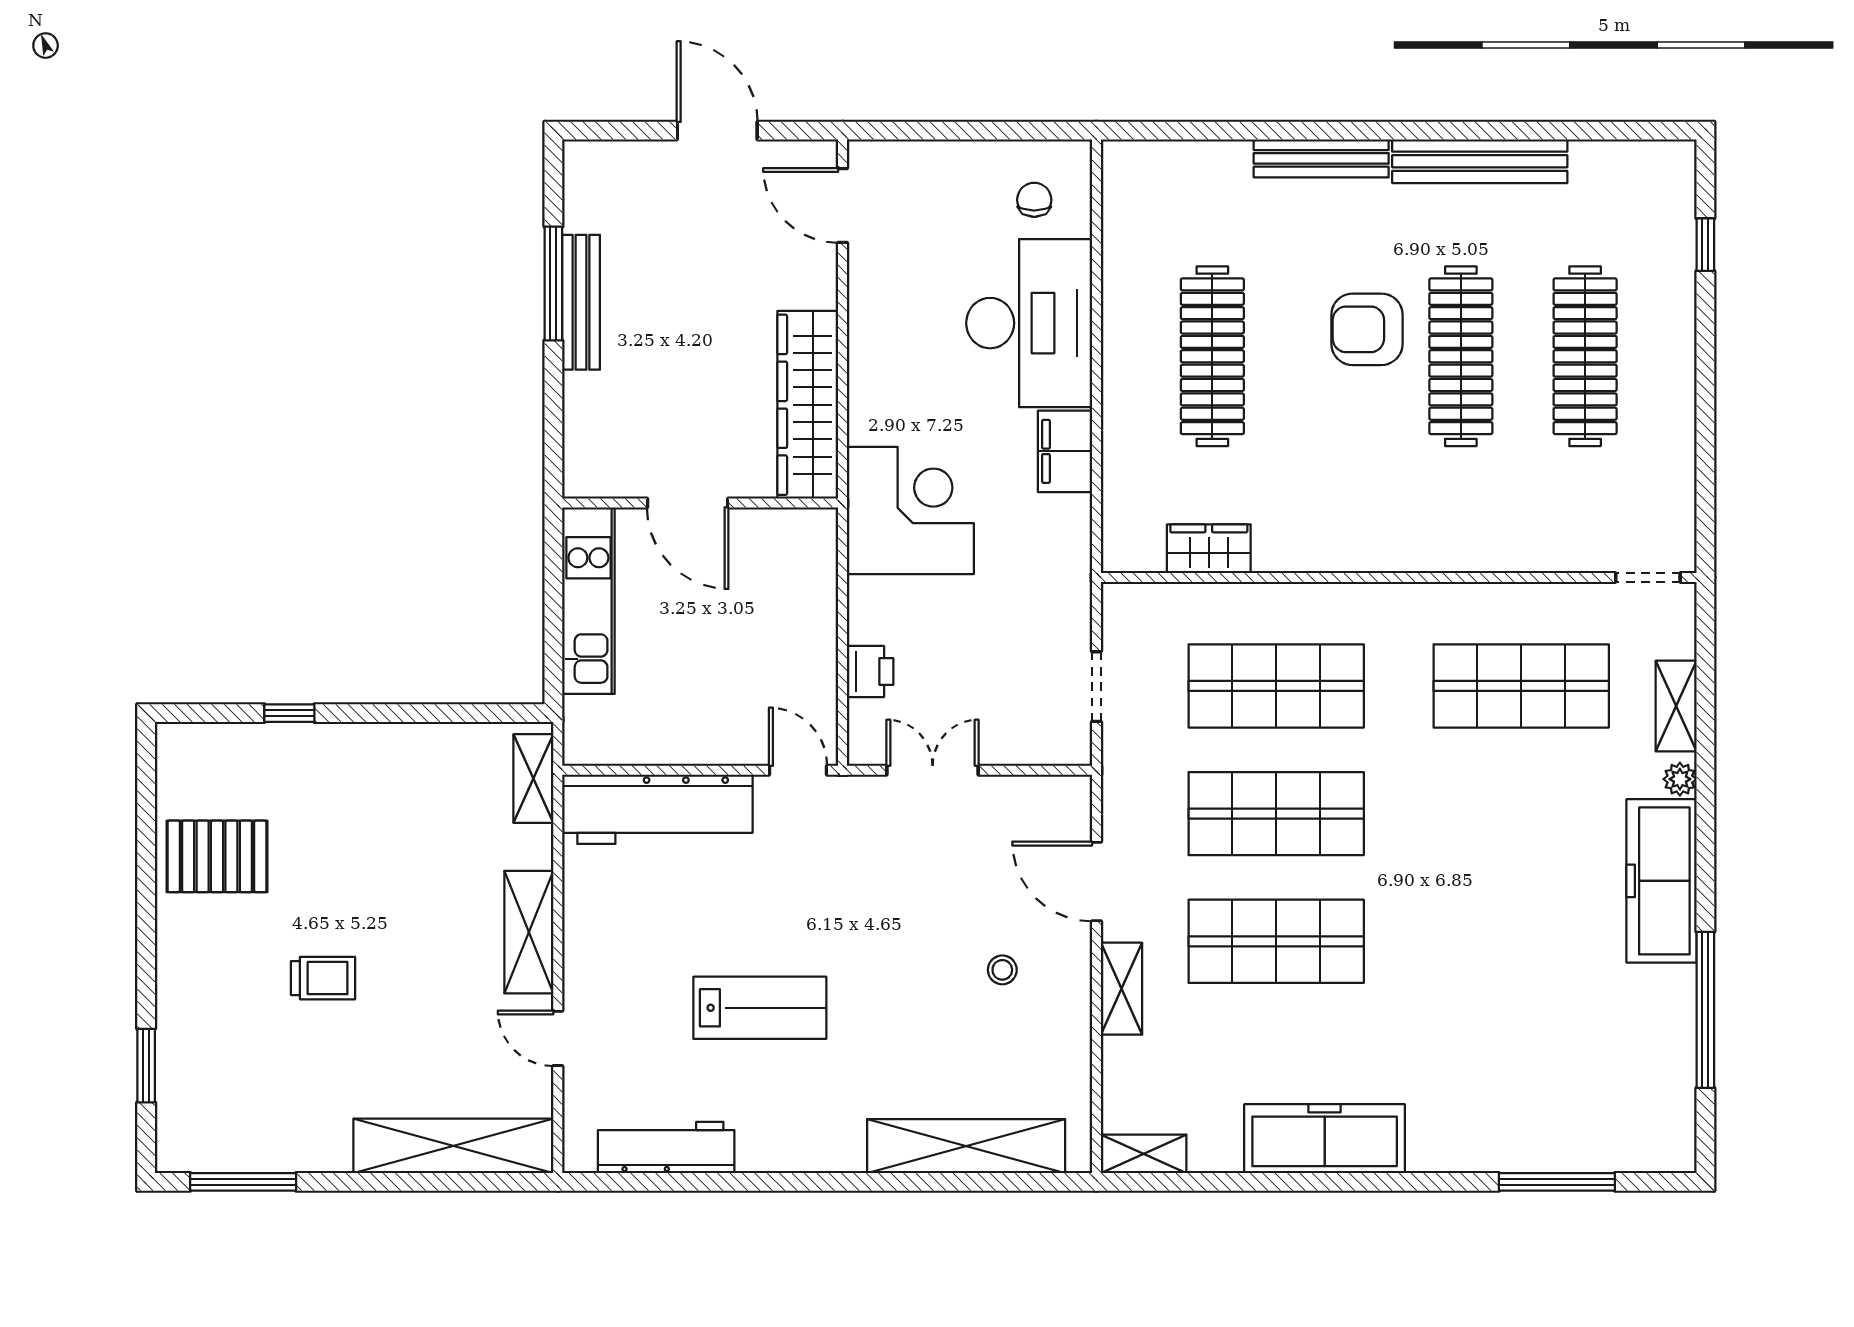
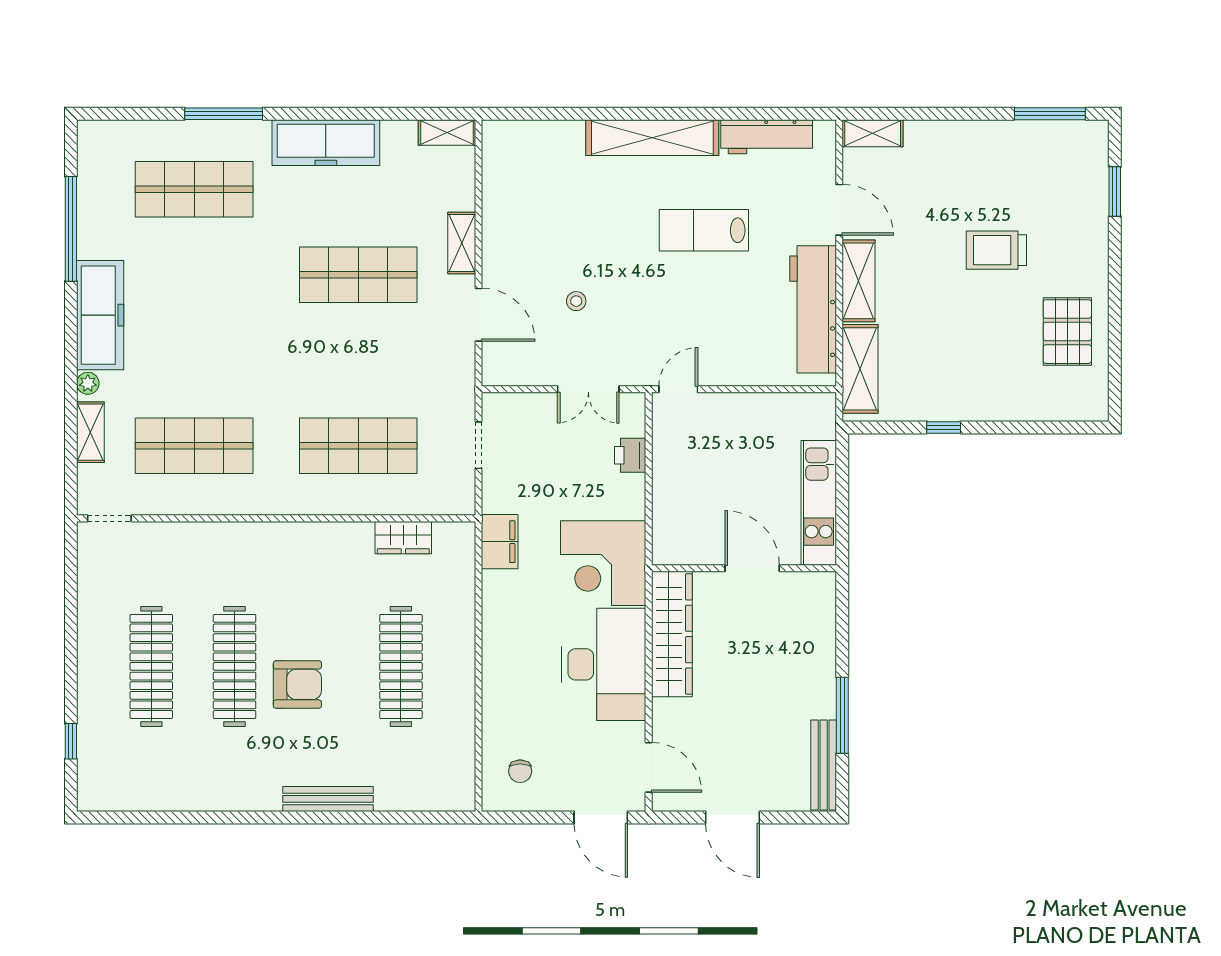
door: (914, 131) -> (601, 817), added
bench: (1480, 161) -> (222, 797), removed
bench: (581, 302) -> (824, 765), moved
desk: (1029, 323) -> (604, 664), moved, turned 180
filing cabinet: (1065, 451) -> (500, 542), moved
window: (289, 713) -> (944, 427), moved
door: (798, 770) -> (678, 389), swing flipped
shelving: (533, 779) -> (860, 369), width x1.50, depth x1.33
workbench: (657, 809) -> (813, 309), moved, turned -90
shop shelf: (1276, 814) -> (194, 189), moved
pallet: (217, 856) -> (1067, 332), turned 90
stool: (1002, 970) -> (576, 301), moved
trolley: (323, 978) -> (996, 250), width x1.36, depth x1.39
door: (558, 1038) -> (839, 210), width x1.38
shelving: (453, 1146) -> (873, 133), width x0.45, depth x0.75
shelving: (966, 1146) -> (652, 138), moved
window: (1557, 1182) -> (224, 114), moved

